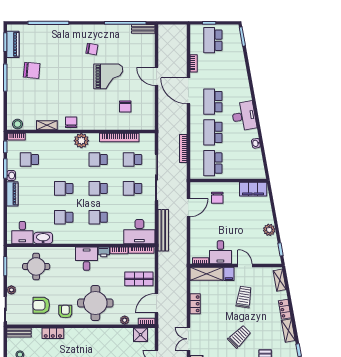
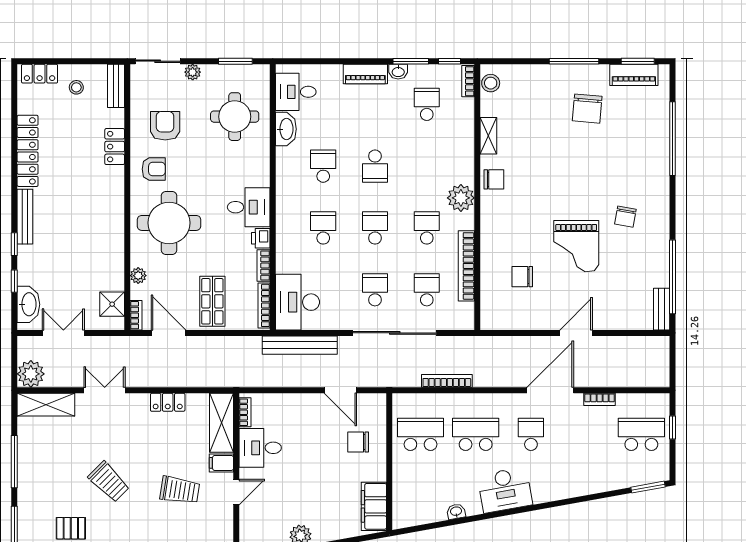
school desk: (213, 102) -> (531, 434), width x0.54
school desk: (64, 188) -> (375, 166), turned 180

